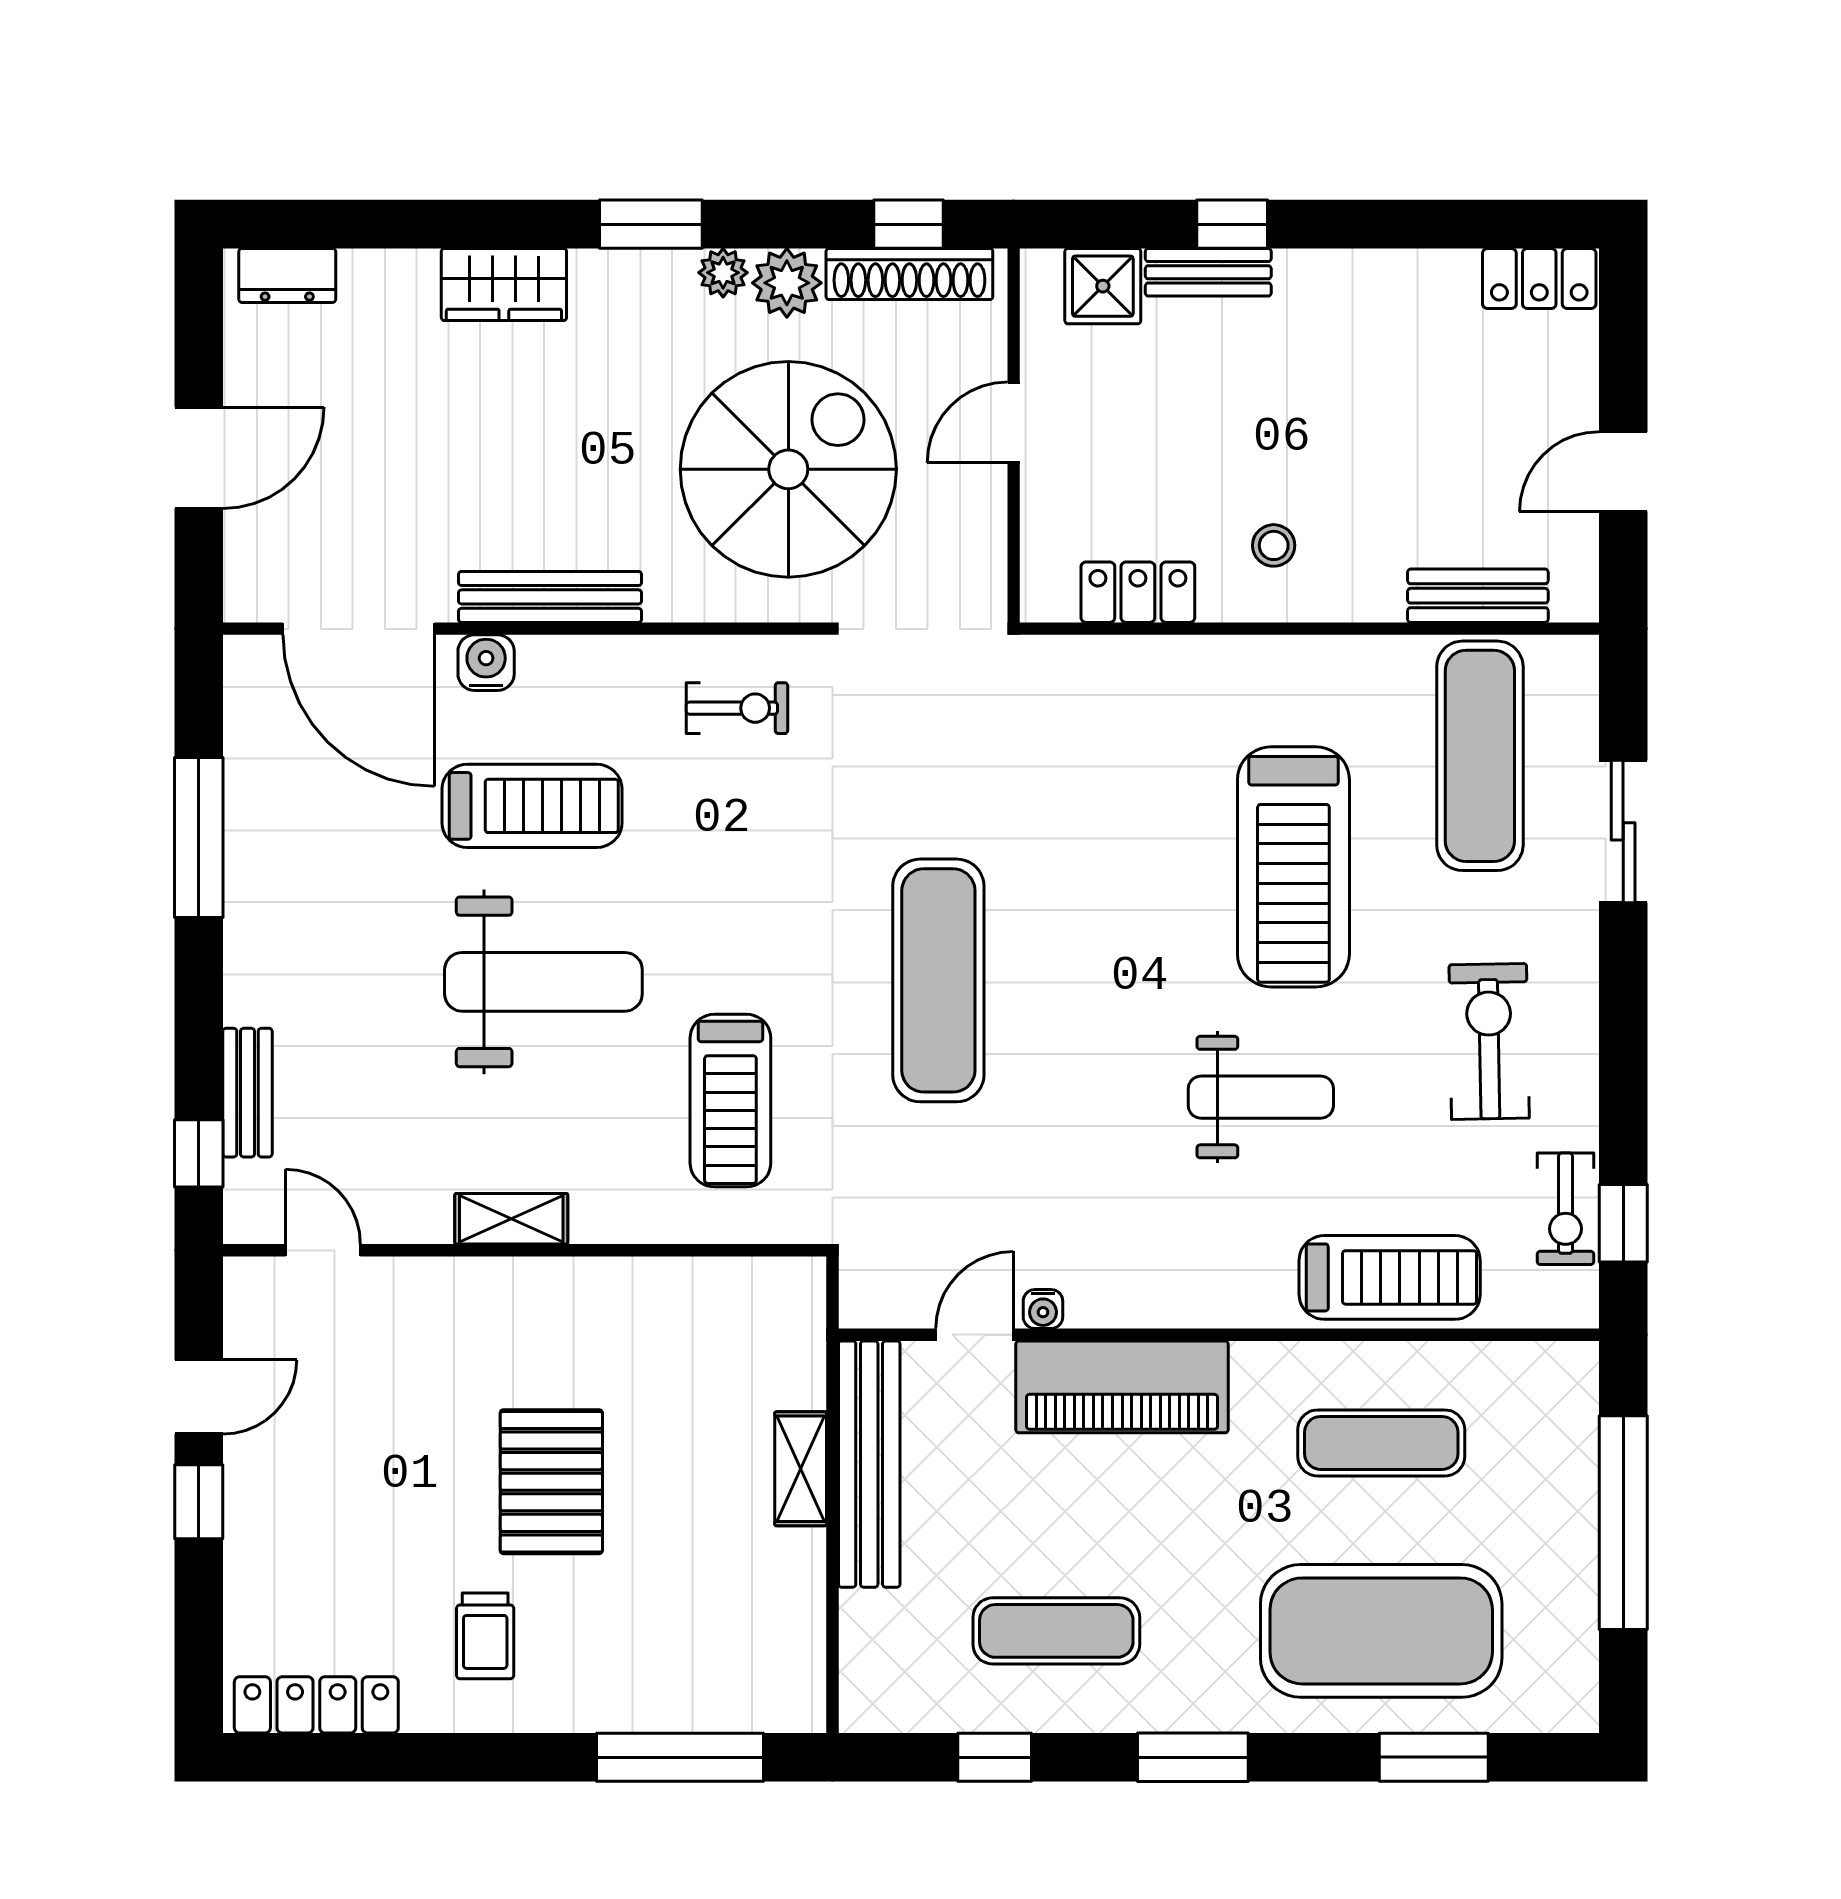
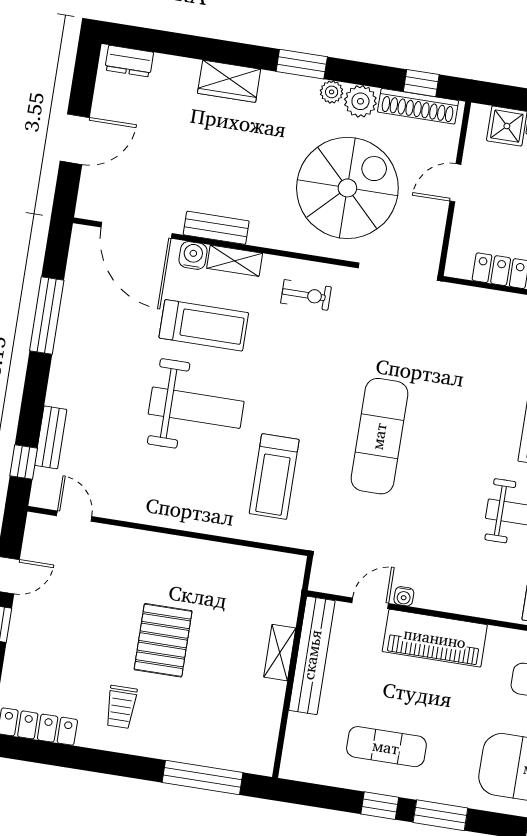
bench: (550, 597) -> (216, 228), width x0.73
shelving: (511, 1219) -> (235, 261), moved
window: (995, 1757) -> (380, 806), moved

